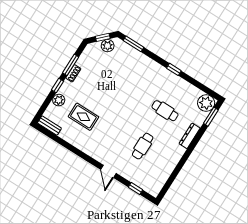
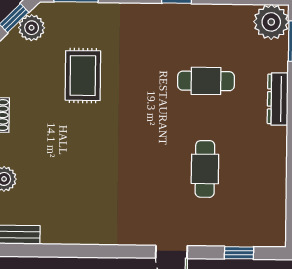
rug: (83, 117) -> (83, 76), moved, turned 90

